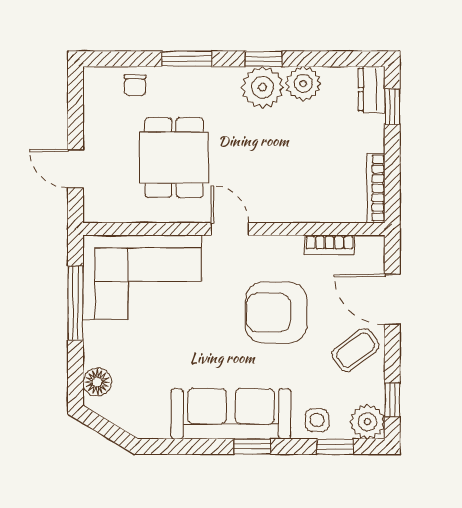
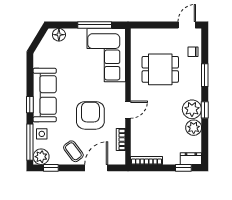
door: (76, 169) -> (187, 25), moved
door: (230, 229) -> (128, 110), moved
window: (335, 447) -> (30, 142), width x2.17

